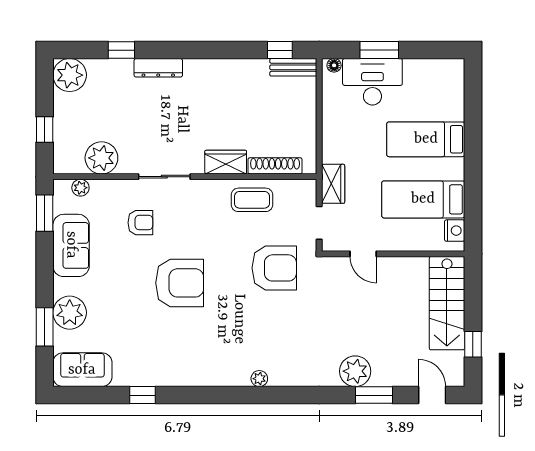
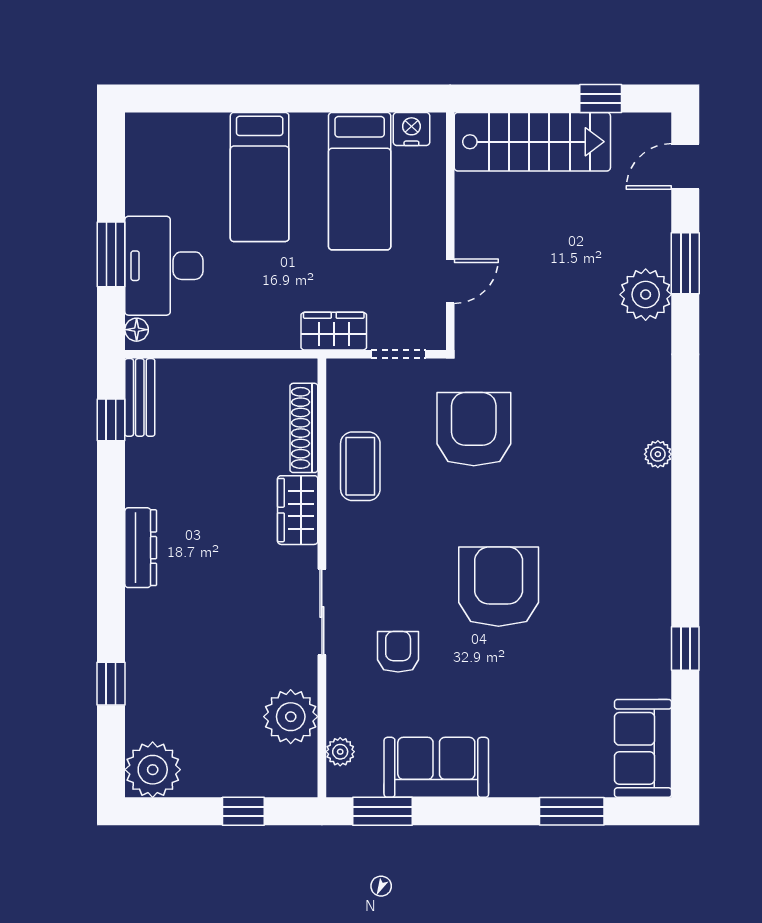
dresser: (158, 68) -> (141, 548), moved
plant: (70, 313) -> (548, 770), removed

